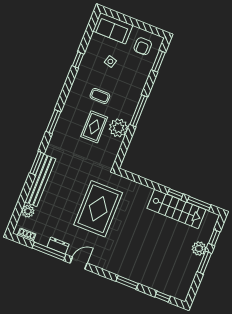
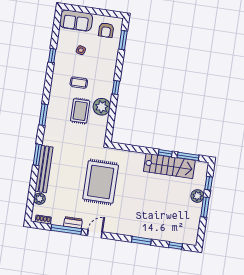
window: (139, 111) -> (116, 88), width x0.46

